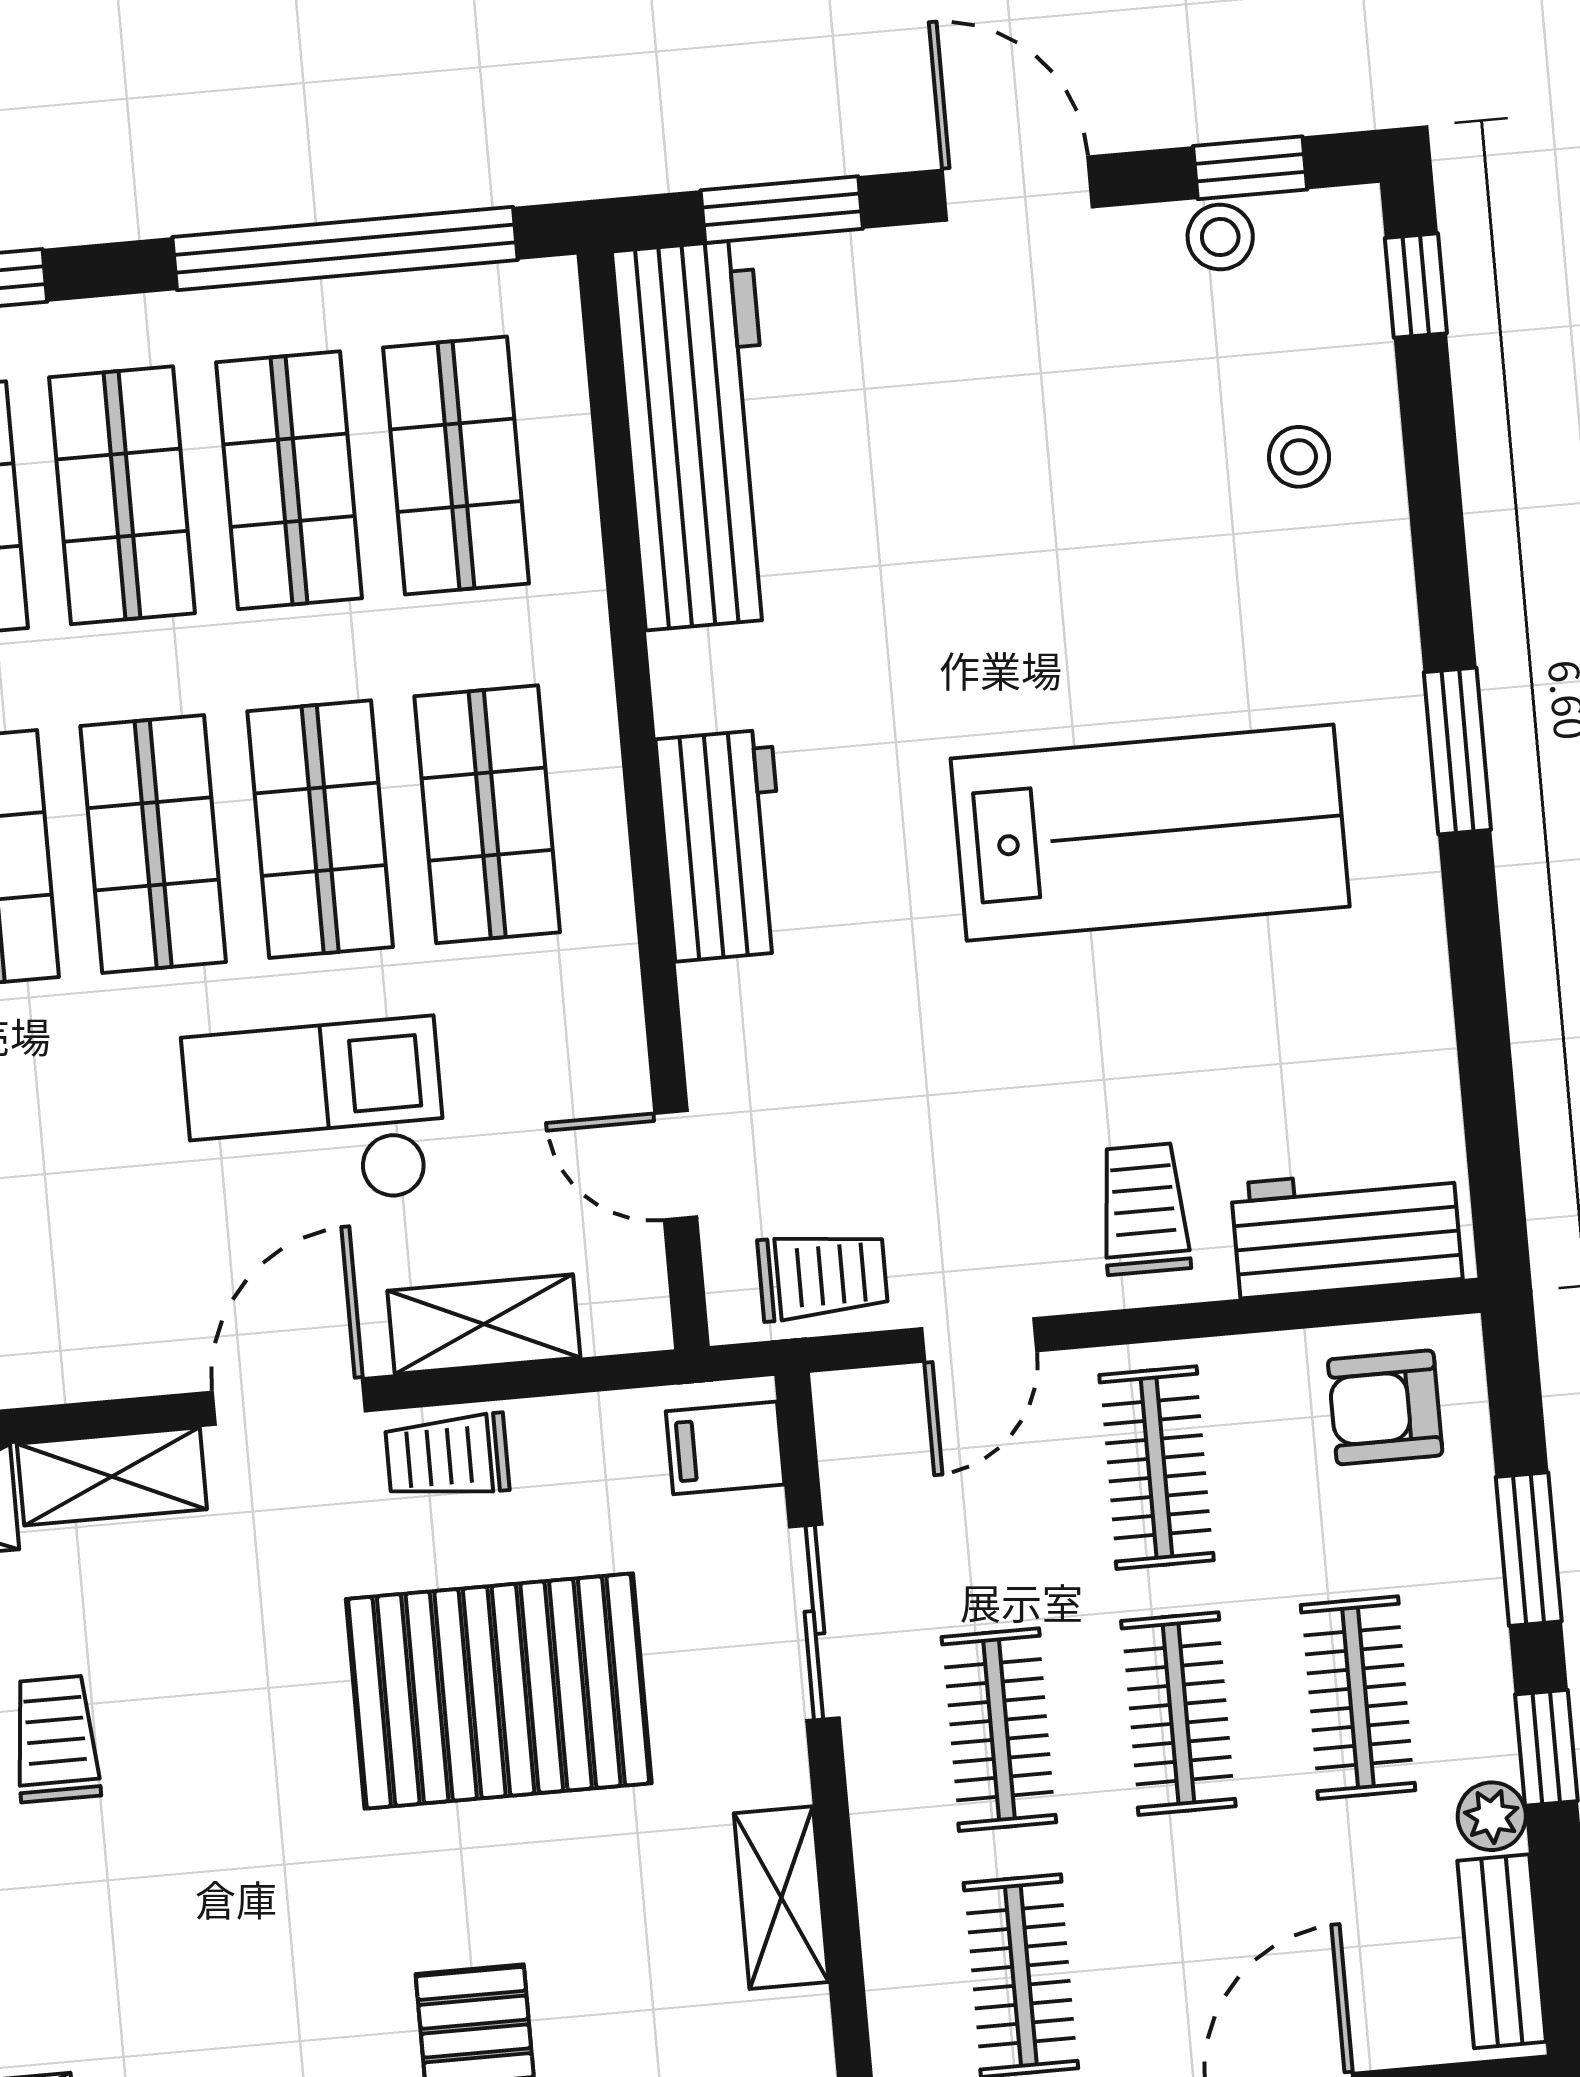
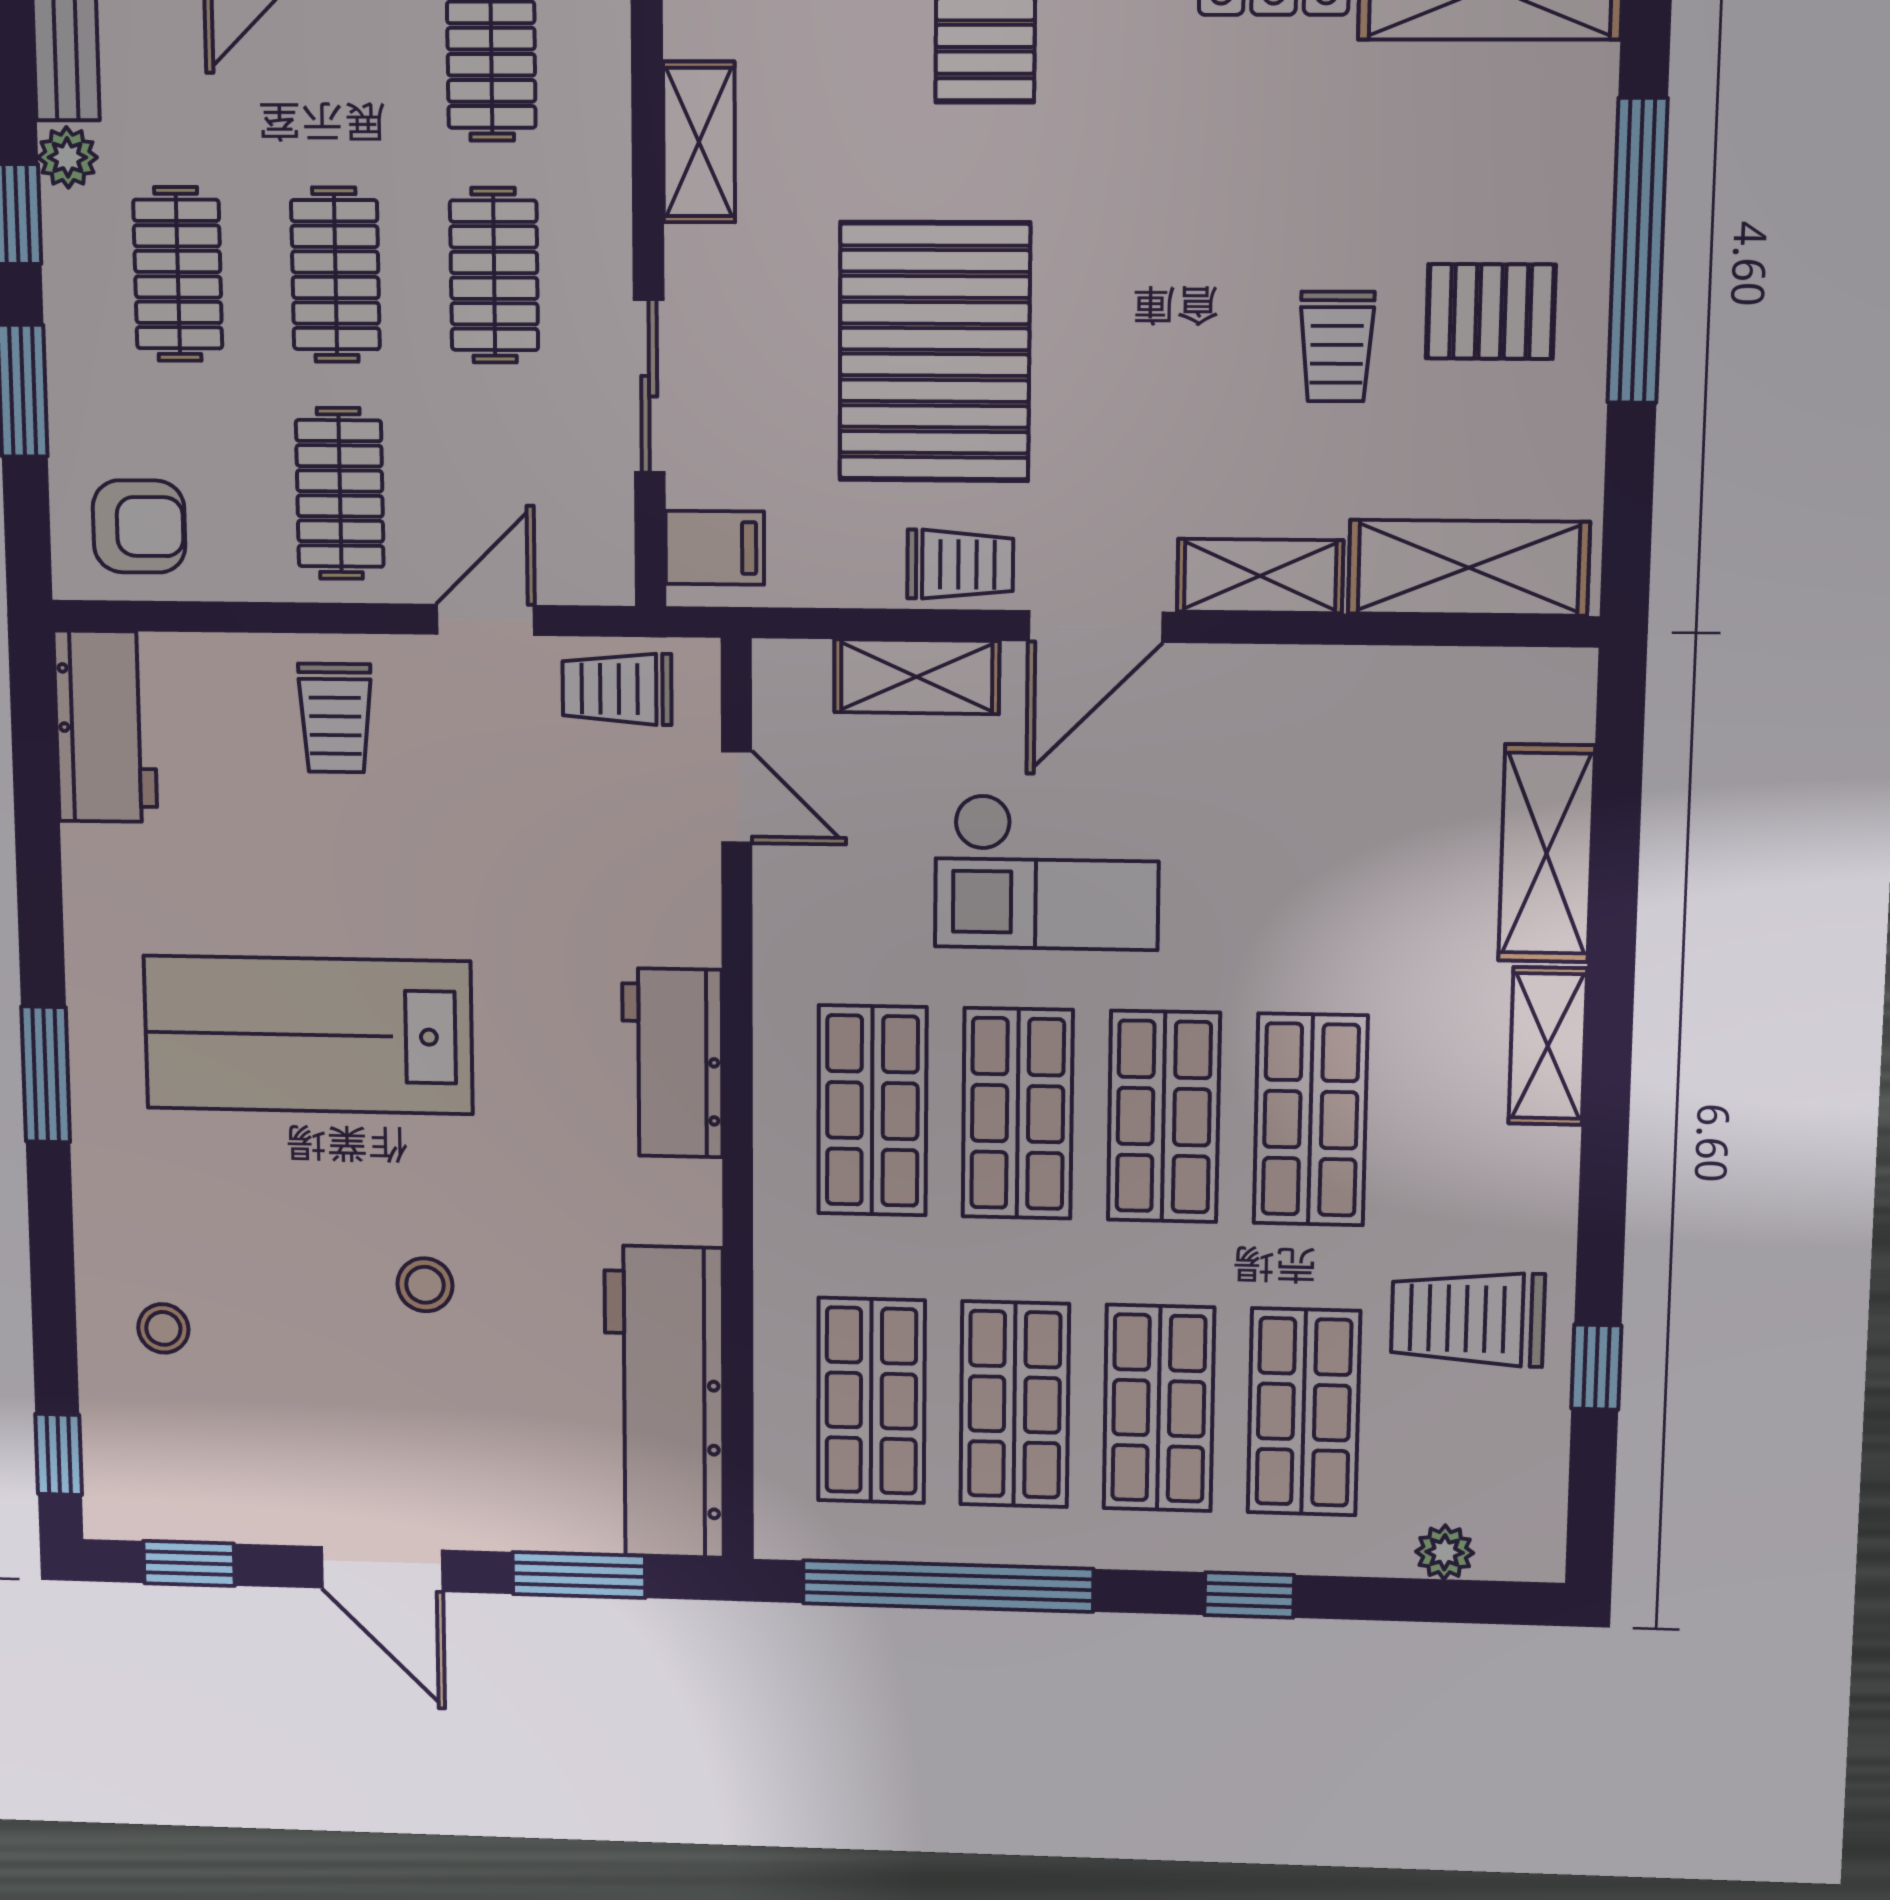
stool: (1220, 237) -> (425, 1285), moved
workbench: (1347, 1231) -> (105, 727), moved, turned -90
pallet: (499, 1691) -> (934, 352), turned 90

